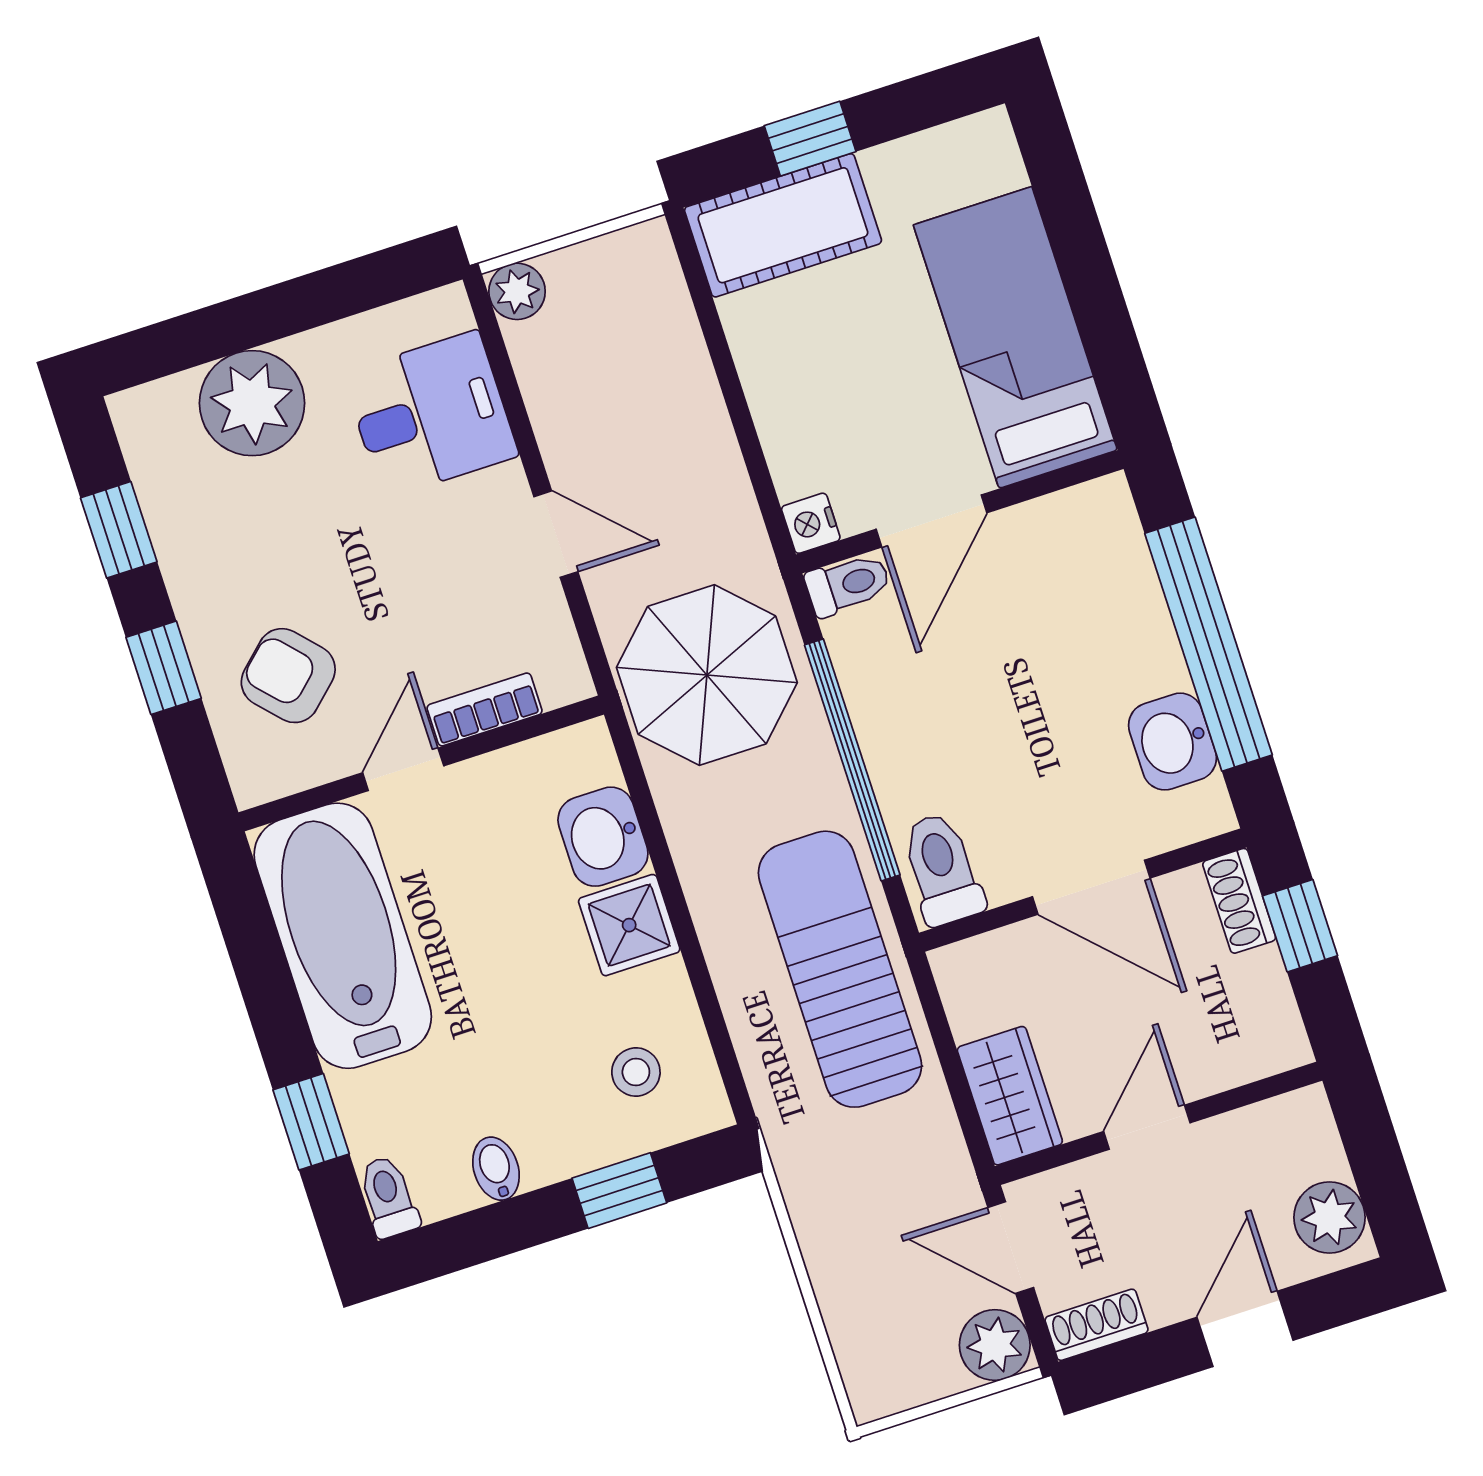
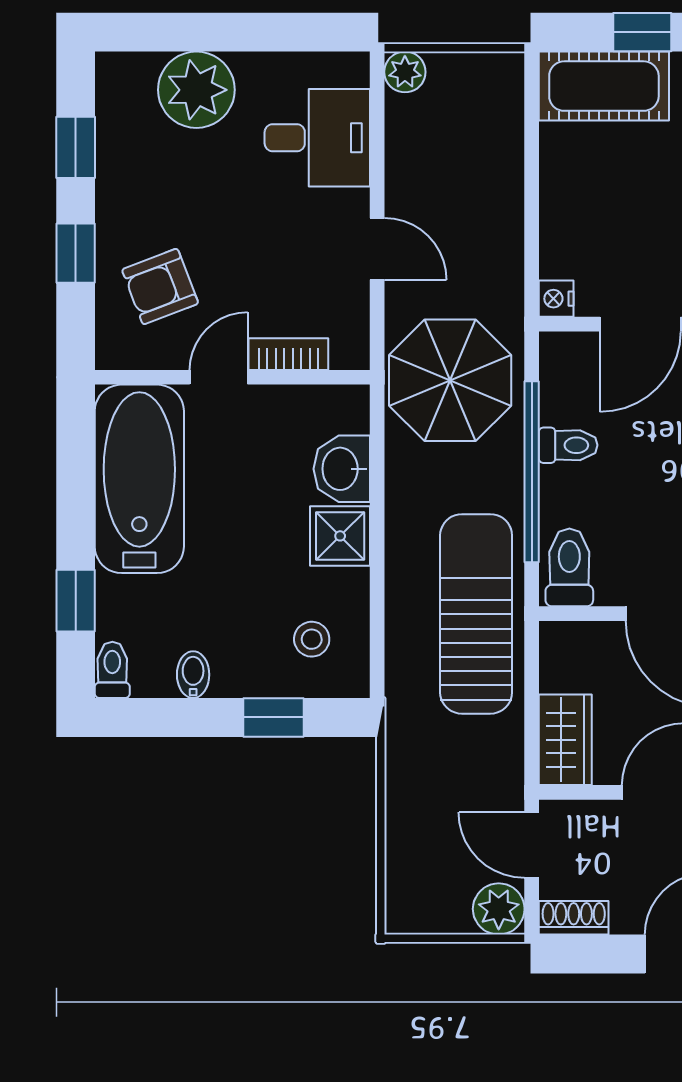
toilet: (848, 584) -> (568, 445), moved
armchair: (288, 676) -> (160, 286), turned -68

